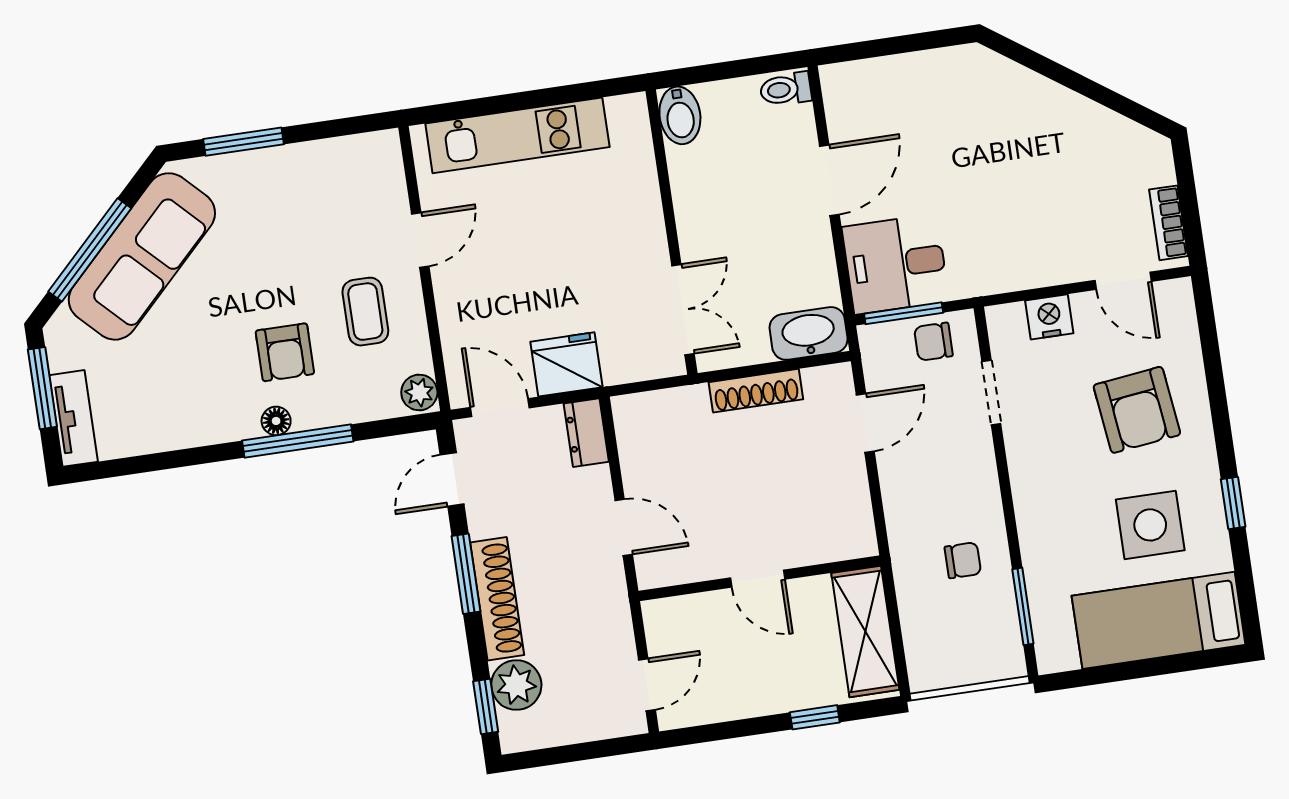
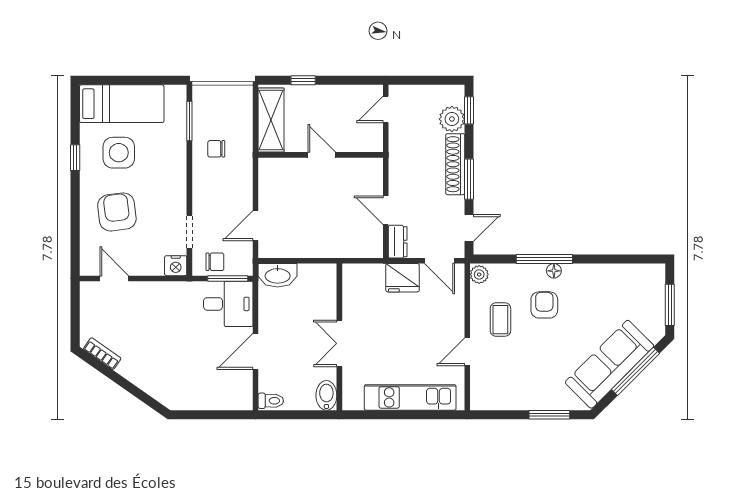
bookcase: (1169, 223) -> (102, 354), moved, turned -55
double door: (683, 310) -> (339, 343), moved
nightstand: (1049, 317) -> (176, 266), moved
shoe rack: (756, 391) -> (308, 250), removed
tv unit: (74, 418) -> (656, 287), removed
door: (624, 527) -> (386, 210), moved

